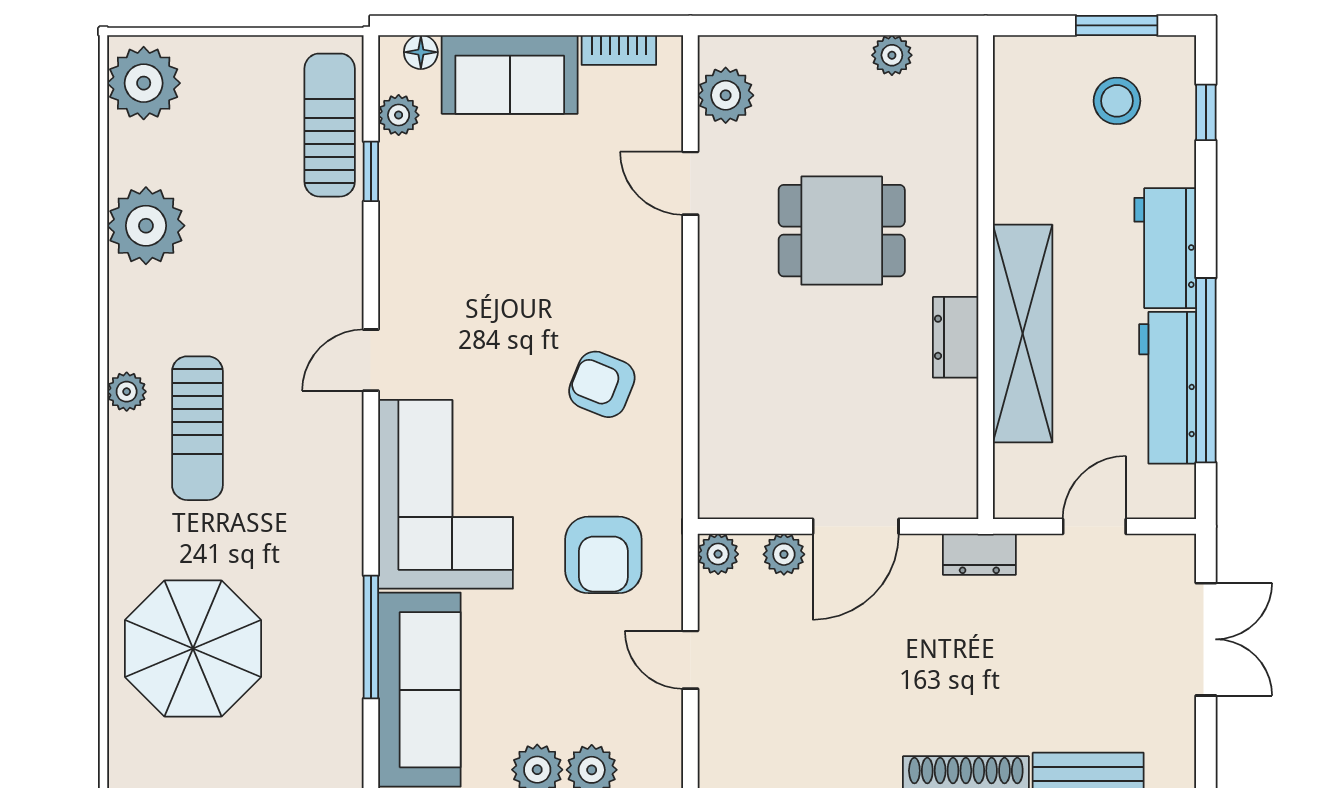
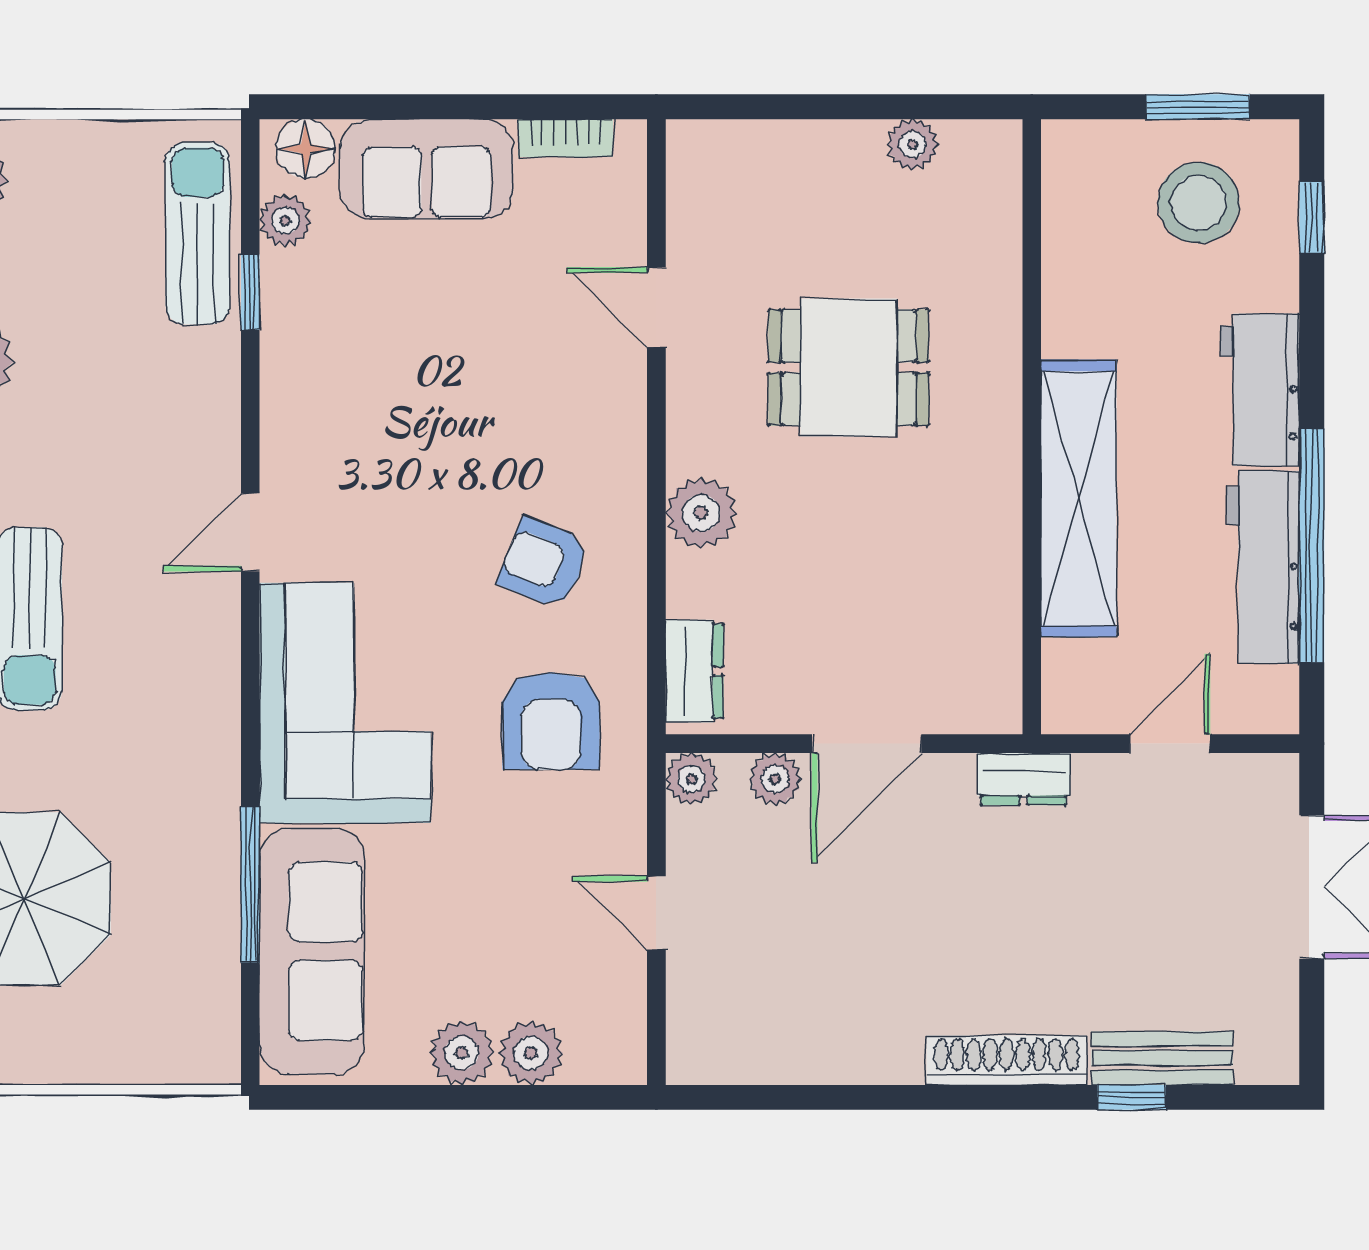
floor lamp: (421, 52) -> (306, 149), width x1.37, depth x1.37
plant: (726, 95) -> (701, 513), moved
stool: (1117, 101) -> (1199, 203), width x1.38, depth x1.38
dresser: (956, 337) -> (694, 671), moved, turned 180
armchair: (603, 555) -> (551, 721), moved

